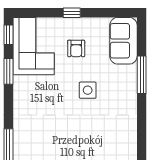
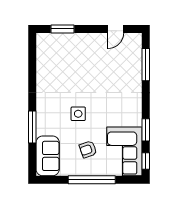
window: (72, 13) -> (92, 180), width x3.17
armchair: (76, 48) -> (88, 149), turned -109

